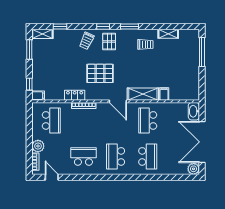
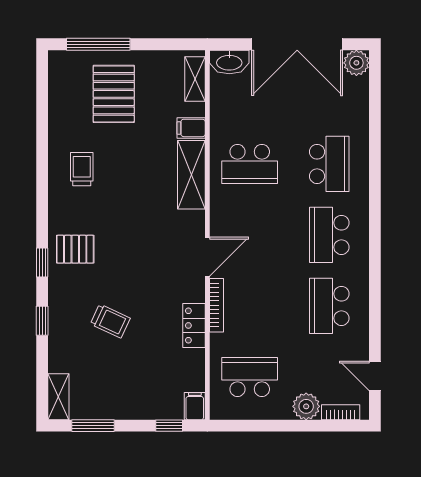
window: (60, 27) -> (42, 321), moved
window: (129, 27) -> (42, 204), removed
shelving: (168, 34) -> (195, 79), moved
trolley: (87, 41) -> (110, 321), moved
pallet: (100, 73) -> (114, 94), moved
door: (118, 101) -> (207, 257), moved
school desk: (116, 156) -> (329, 235), turned 90
school desk: (148, 156) -> (329, 164), turned 90
door: (52, 177) -> (375, 376), hinge flipped

